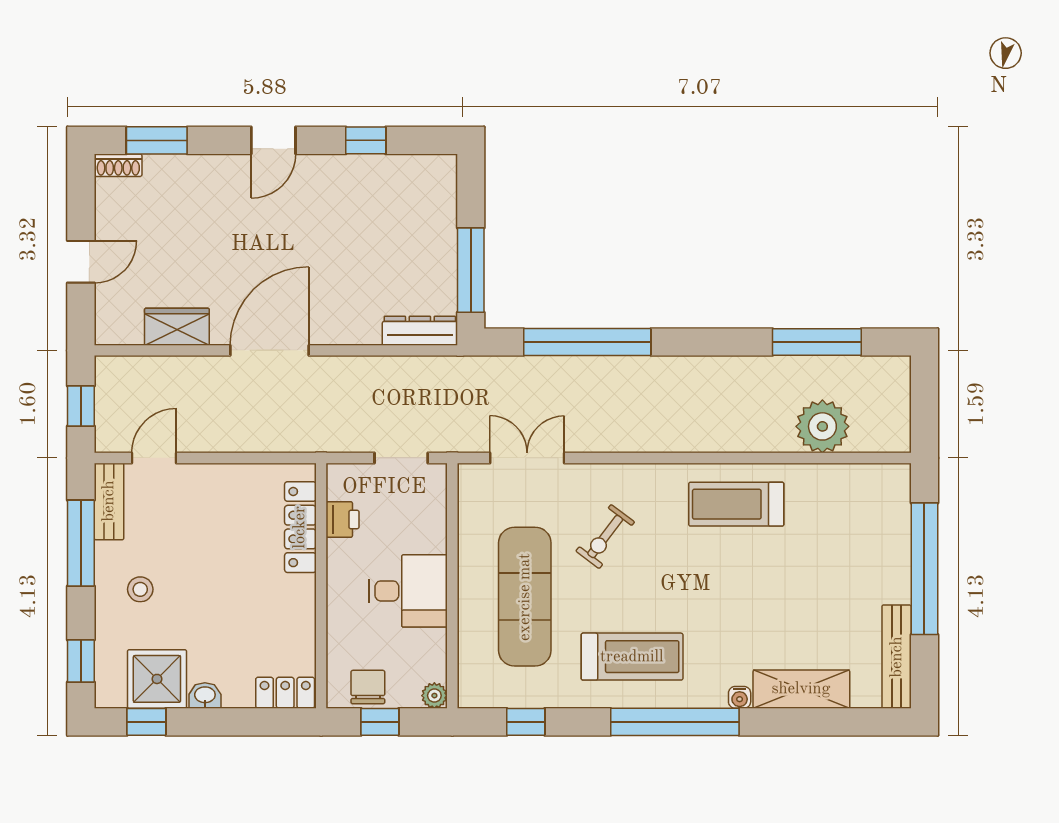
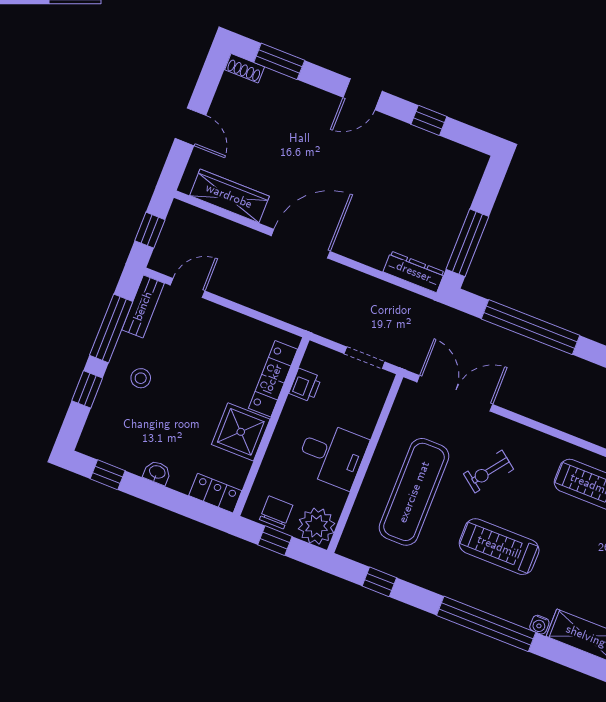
door: (81, 262) -> (191, 127), hinge flipped
wardrobe: (177, 327) -> (229, 196), width x1.50
double door: (527, 458) -> (455, 393), width x1.37
treadmill: (632, 657) -> (499, 547), moved, turned 180
window: (81, 661) -> (87, 389), moved
shower: (157, 679) -> (241, 432), moved
plant: (434, 696) -> (317, 526), width x1.87, depth x1.87

